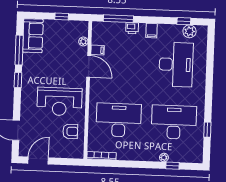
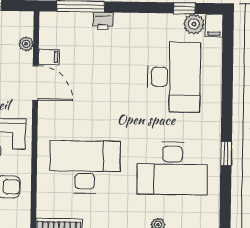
filing cabinet: (151, 31) -> (214, 25), moved
desk: (174, 122) -> (172, 168), turned 180
window: (207, 130) -> (226, 154), moved

